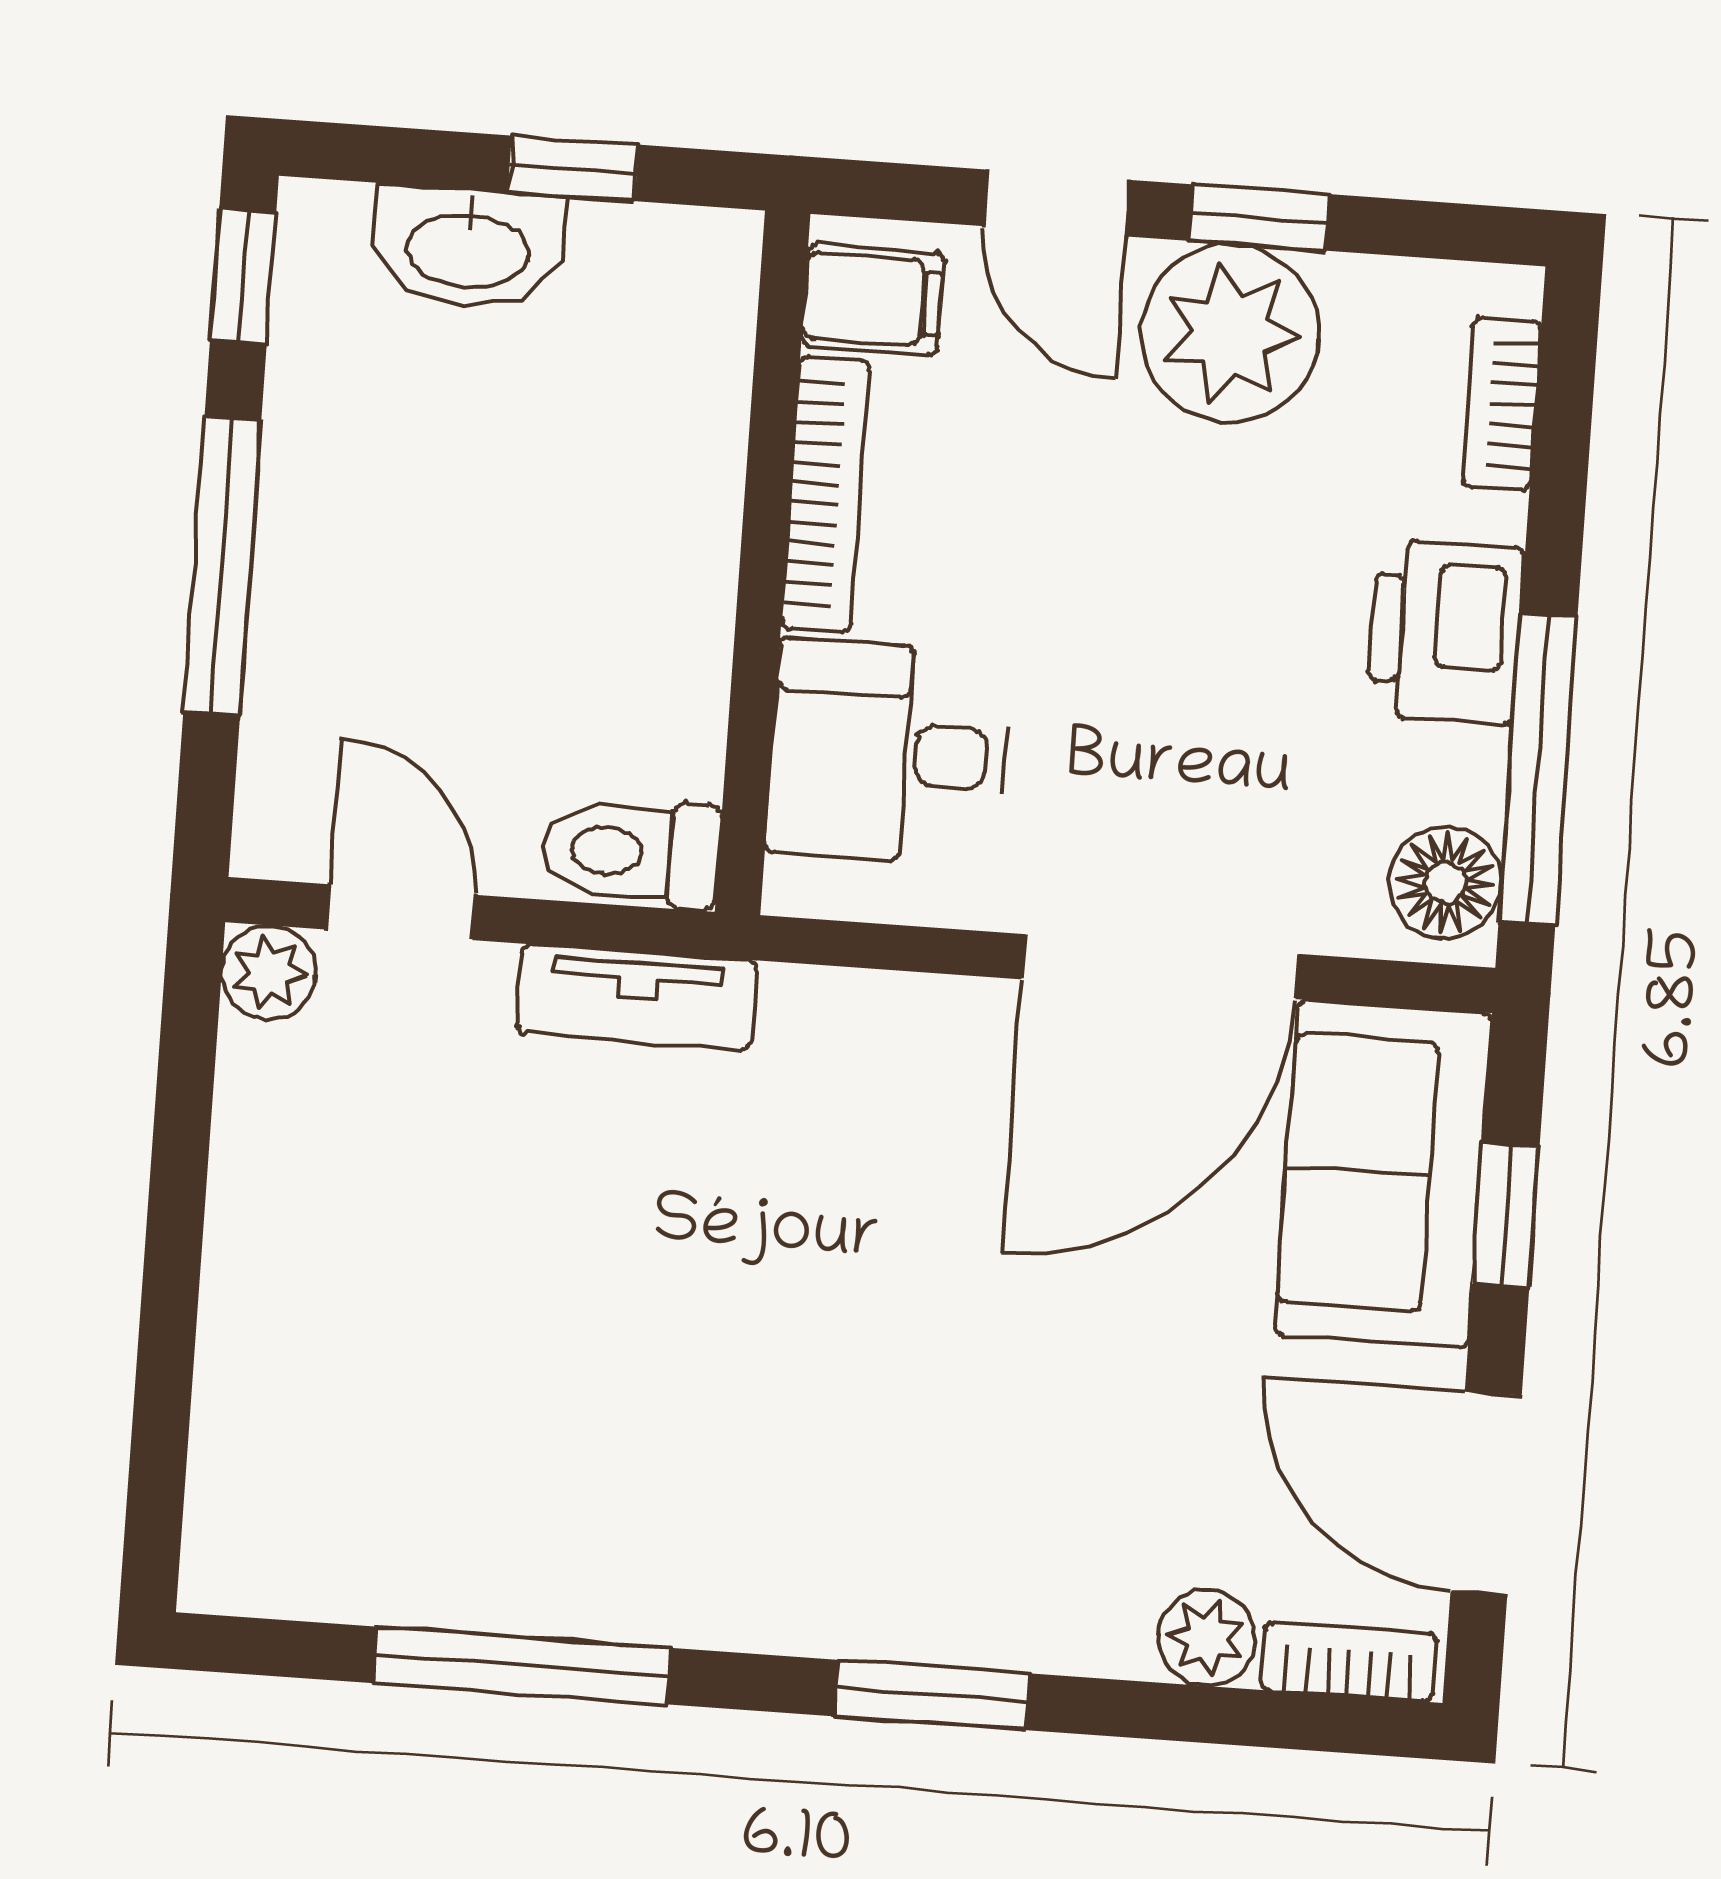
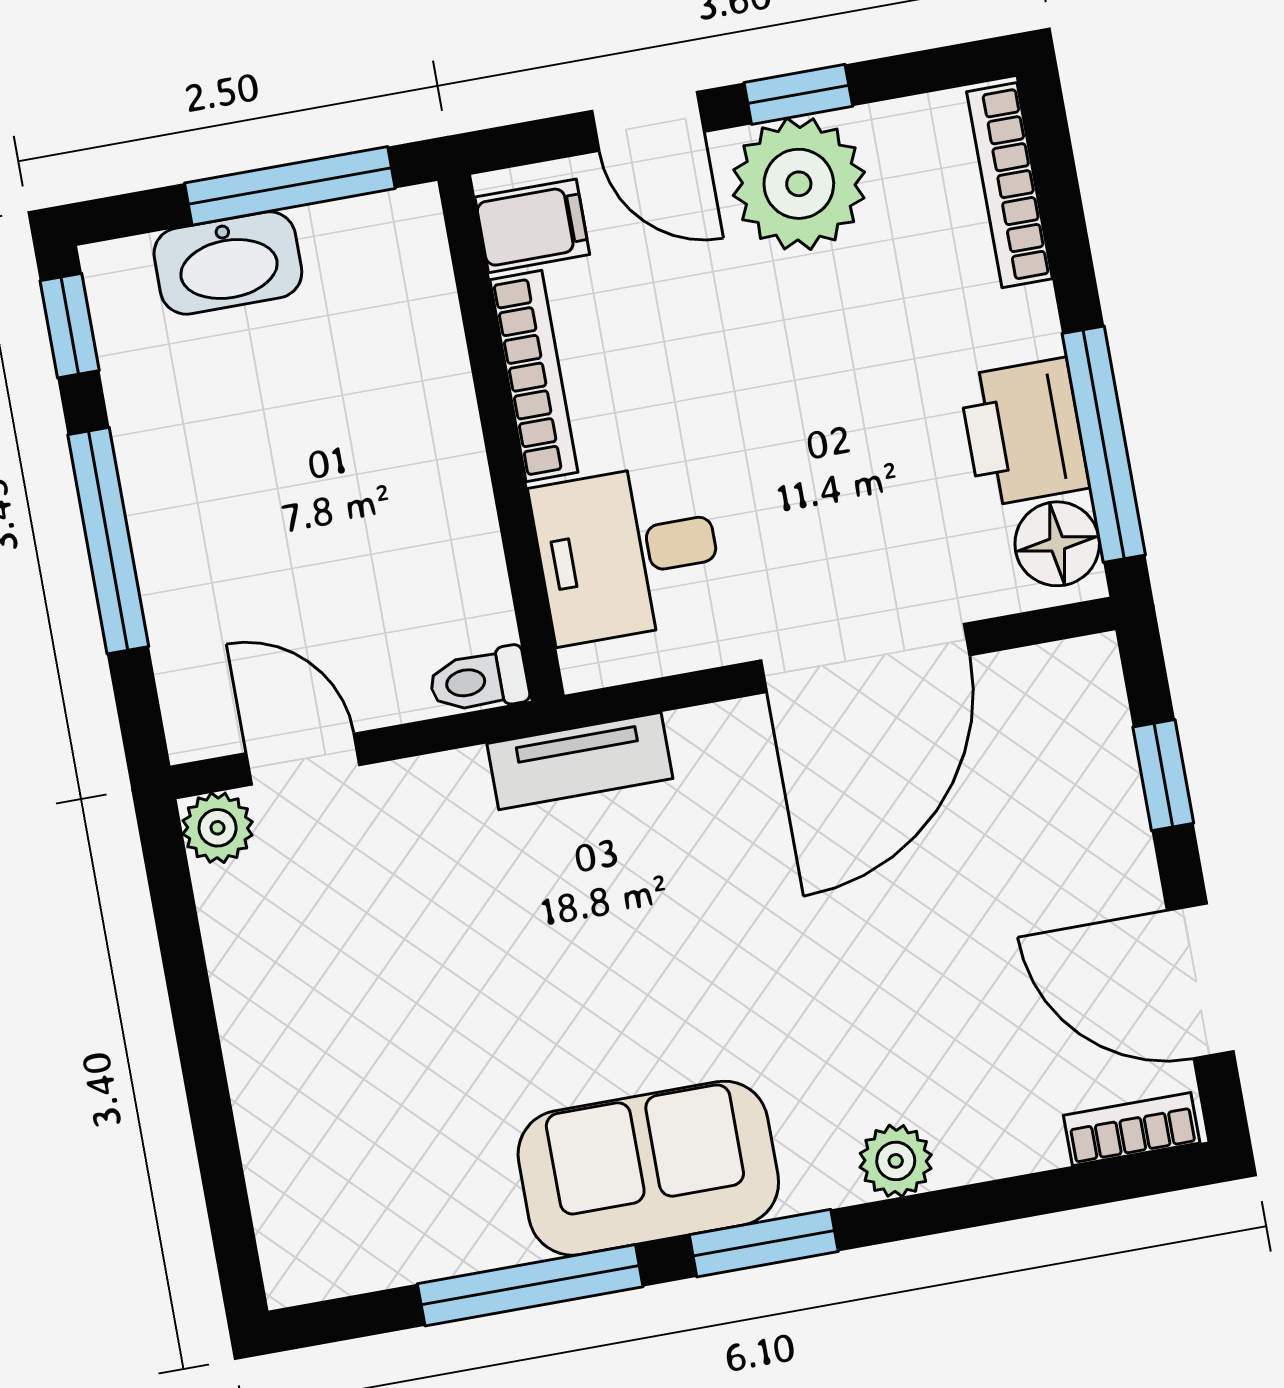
window: (573, 168) -> (290, 186), width x2.17
bookcase: (1502, 404) -> (1009, 185), width x1.56
printer: (1446, 632) -> (1024, 432), moved
toilet: (631, 852) -> (479, 680), width x0.73, depth x0.72
tv unit: (637, 997) -> (580, 761), moved
sofa: (1383, 1174) -> (648, 1168), moved, turned 90
plant: (1207, 1638) -> (896, 1161), moved
window: (932, 1695) -> (764, 1243), moved

